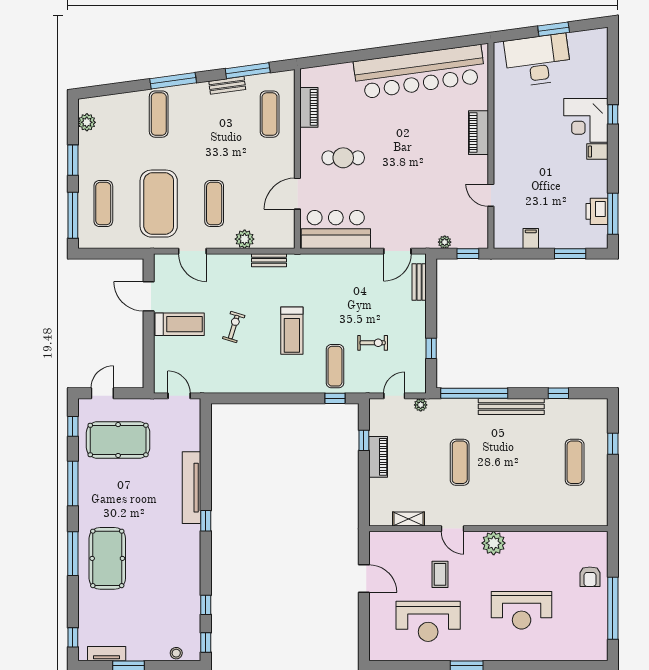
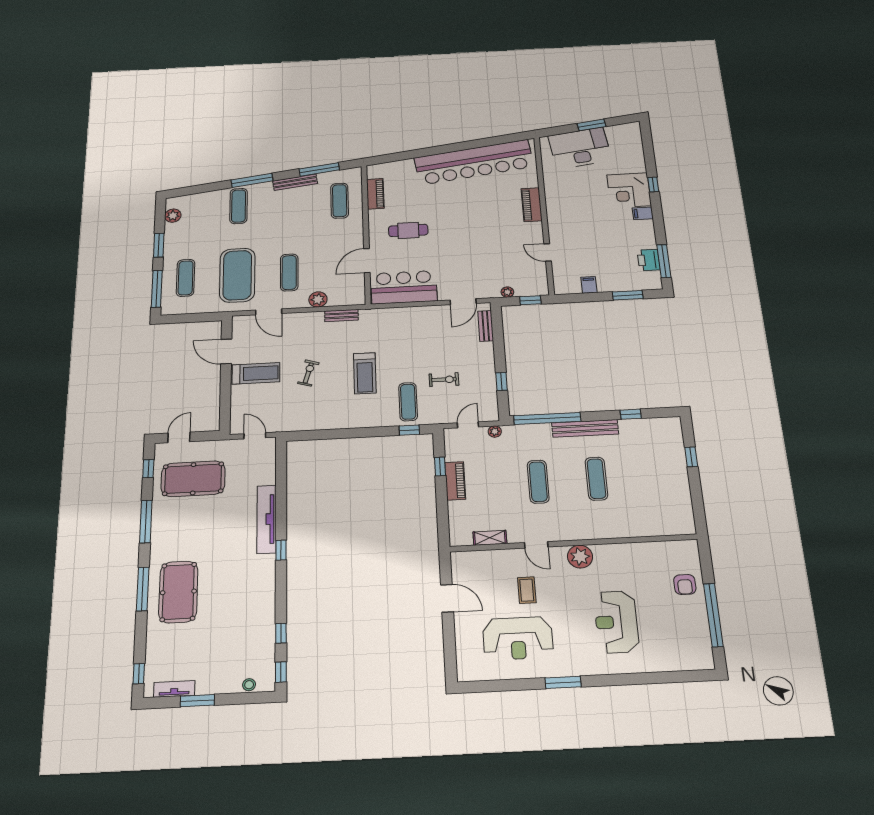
bench: (227, 85) -> (295, 182), width x1.36
exercise mat: (575, 462) -> (596, 479), moved
reception desk: (522, 610) -> (616, 622), turned 90

